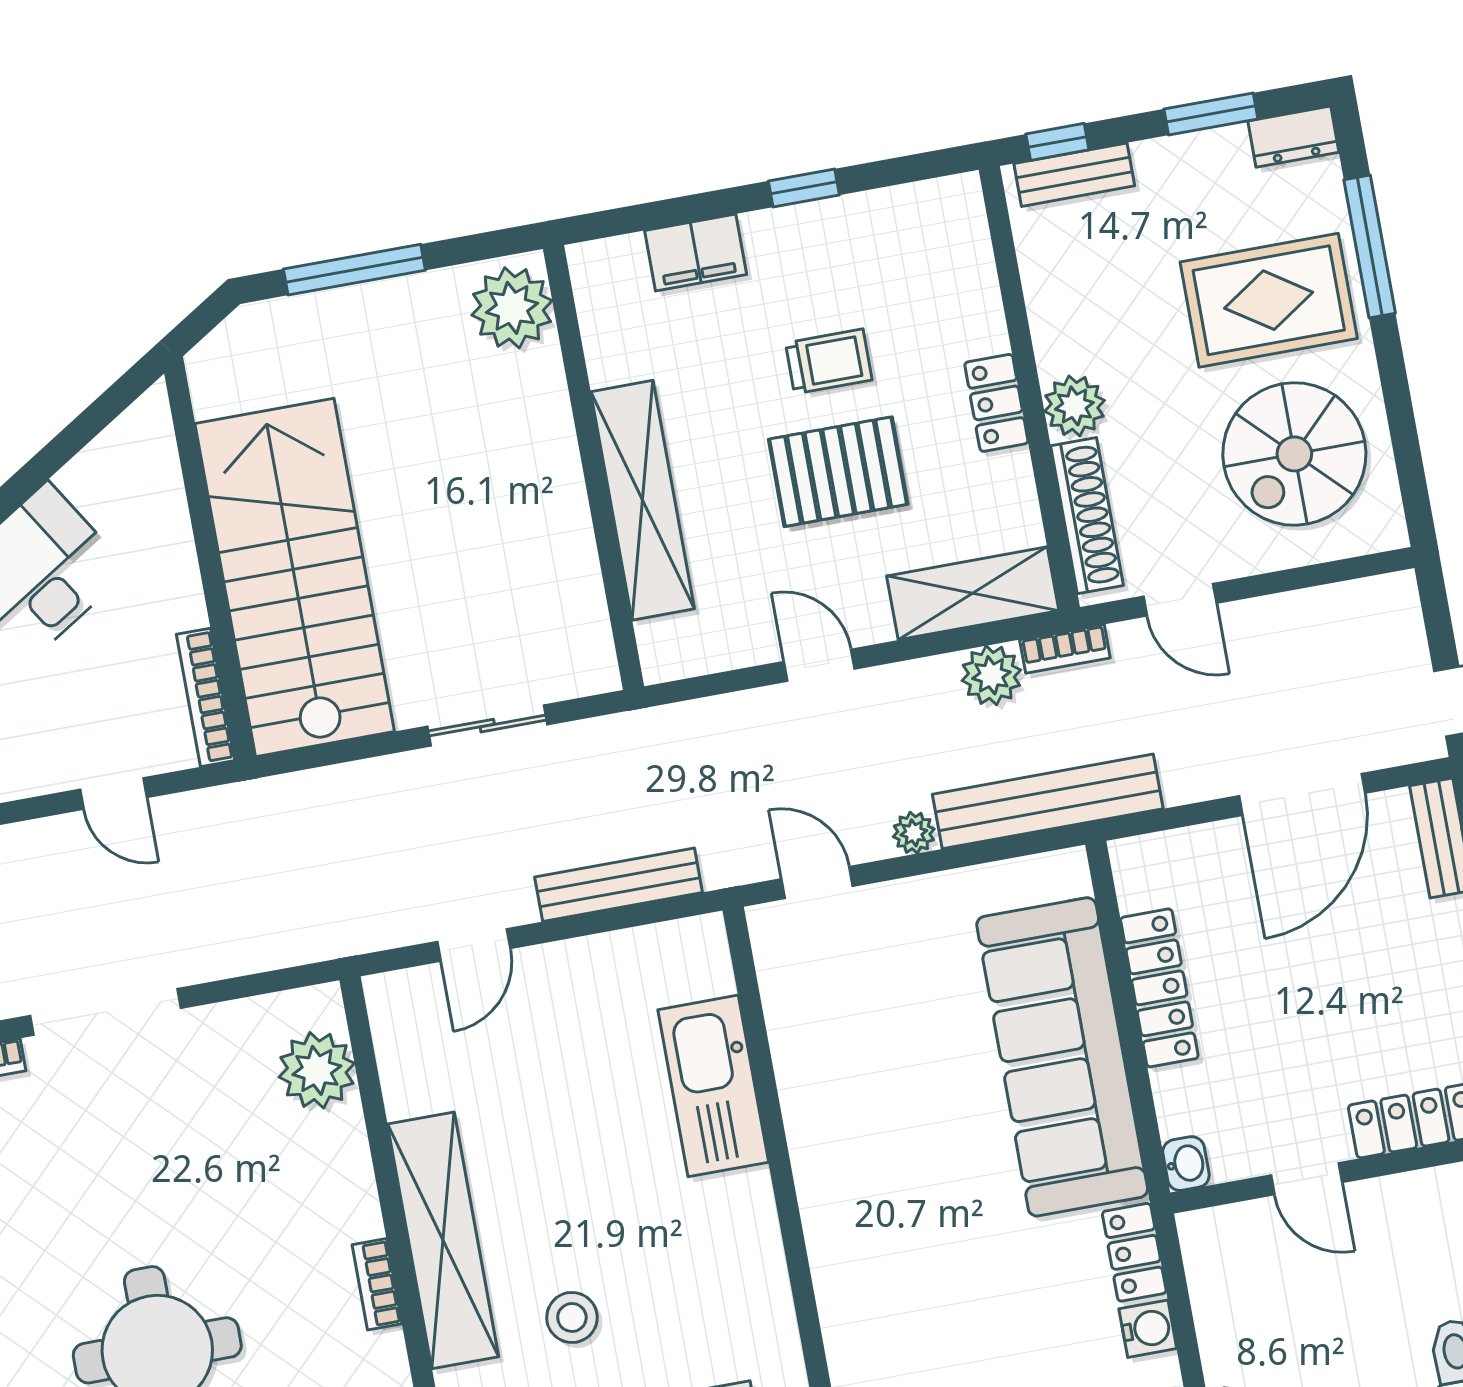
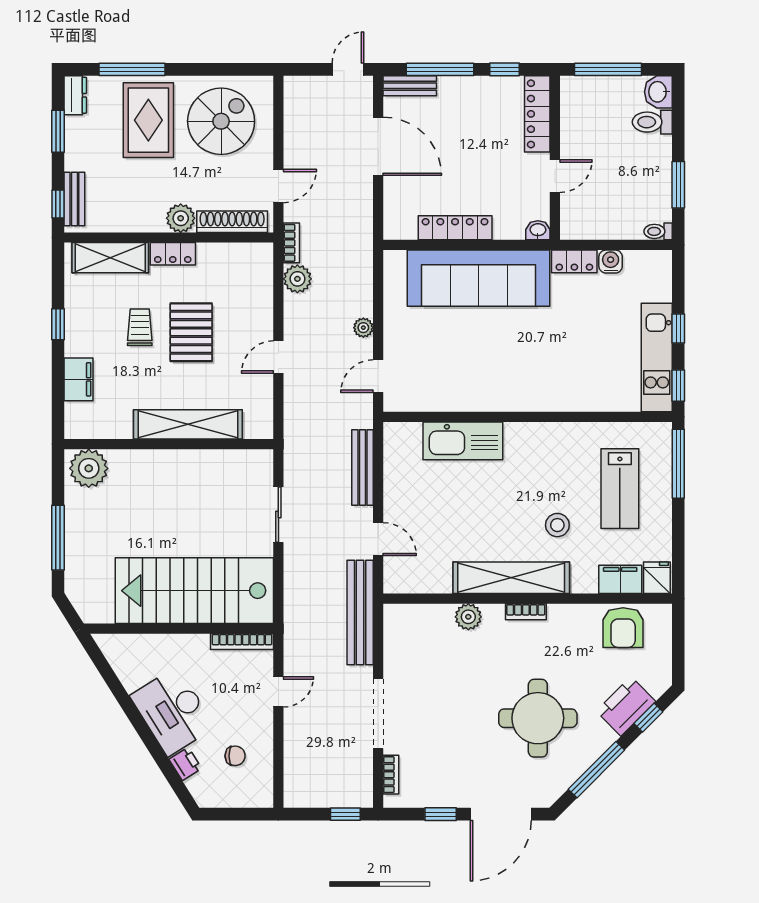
spiral stairs: (1294, 454) -> (221, 121), turned -90
shelving: (973, 593) -> (110, 258), moved, turned 90
bench: (1048, 801) -> (360, 612), moved
plant: (317, 1070) -> (468, 617), moved, width x0.73, depth x0.73

